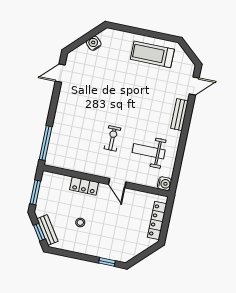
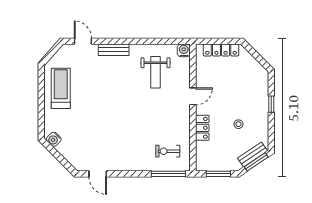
water cooler: (94, 43) -> (54, 139), moved
treadmill: (152, 54) -> (61, 88), turned 180
exercise bike: (112, 138) -> (168, 151), moved
window: (39, 232) -> (256, 162), width x1.50
window: (107, 262) -> (271, 104), moved

